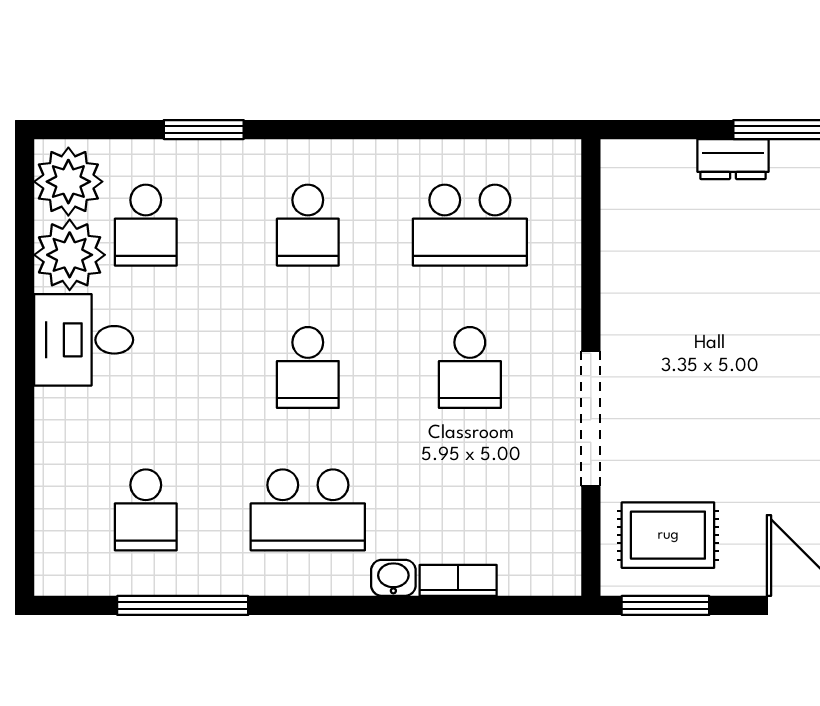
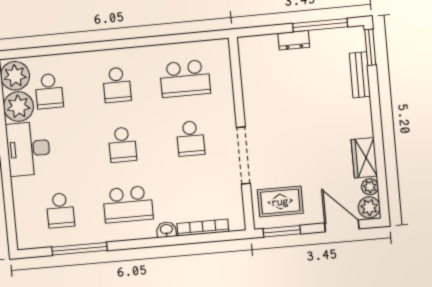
window: (204, 130) -> (70, 49), removed
desk: (84, 340) -> (28, 149), width x1.37
bookcase: (458, 580) -> (203, 228), width x1.56

